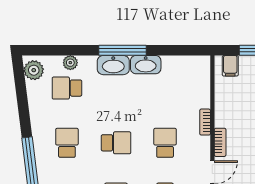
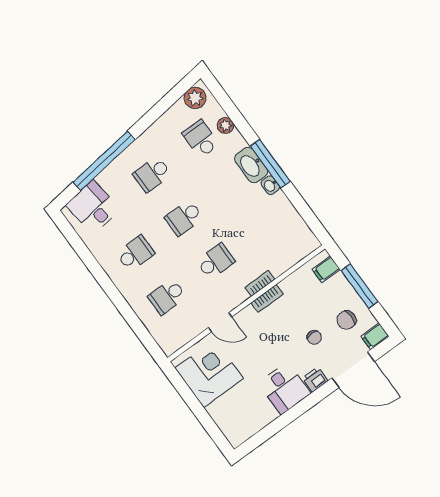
washbasin: (146, 65) -> (270, 185), width x0.52, depth x0.69
bookcase: (220, 142) -> (267, 299), moved
school desk: (67, 143) -> (152, 174), turned 180
school desk: (116, 143) -> (184, 218), turned 90

